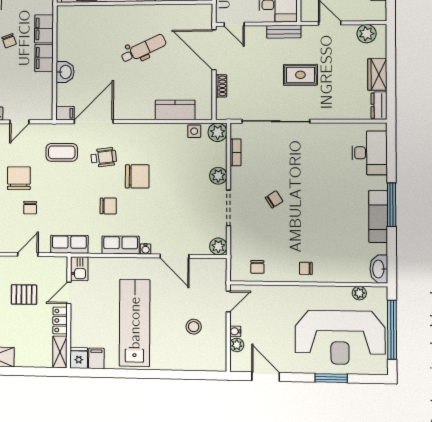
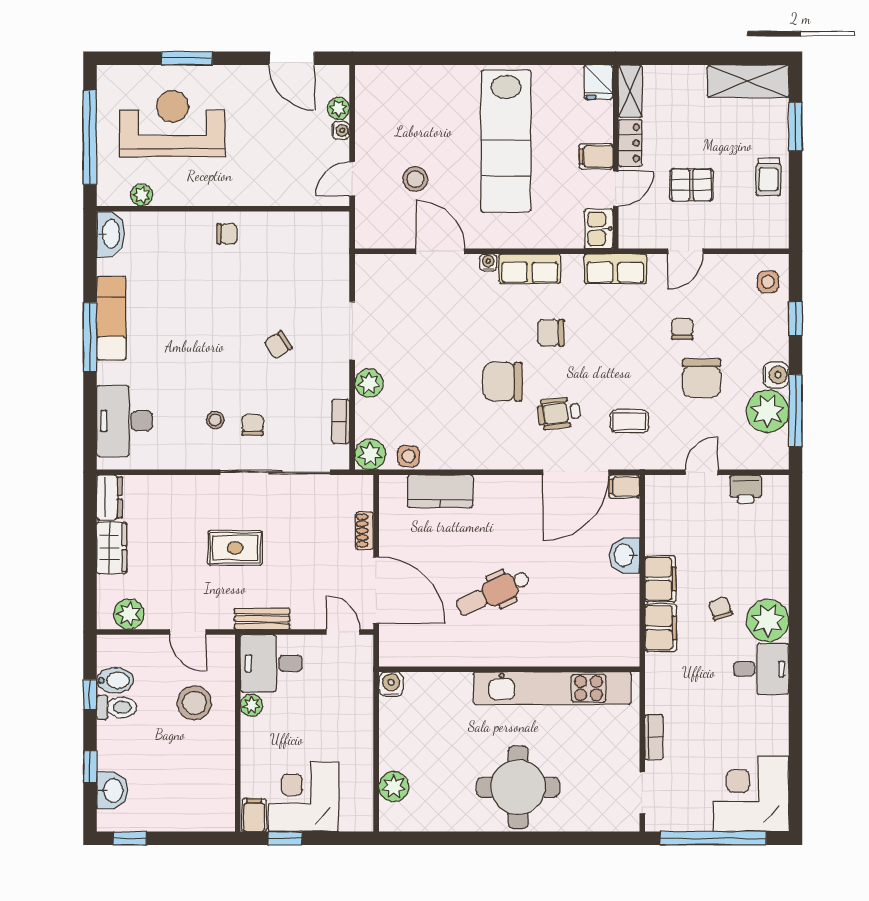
coffee table: (62, 152) -> (629, 421), width x0.73, depth x0.77
stool: (313, 153) -> (215, 420), added
plant: (218, 246) -> (369, 268), removed
chair: (257, 267) -> (253, 425), moved
stool: (194, 327) -> (415, 179), moved
reception desk: (340, 337) -> (173, 123), width x0.74, depth x0.77
filing cabinet: (96, 358) -> (596, 156), moved, turned 90

